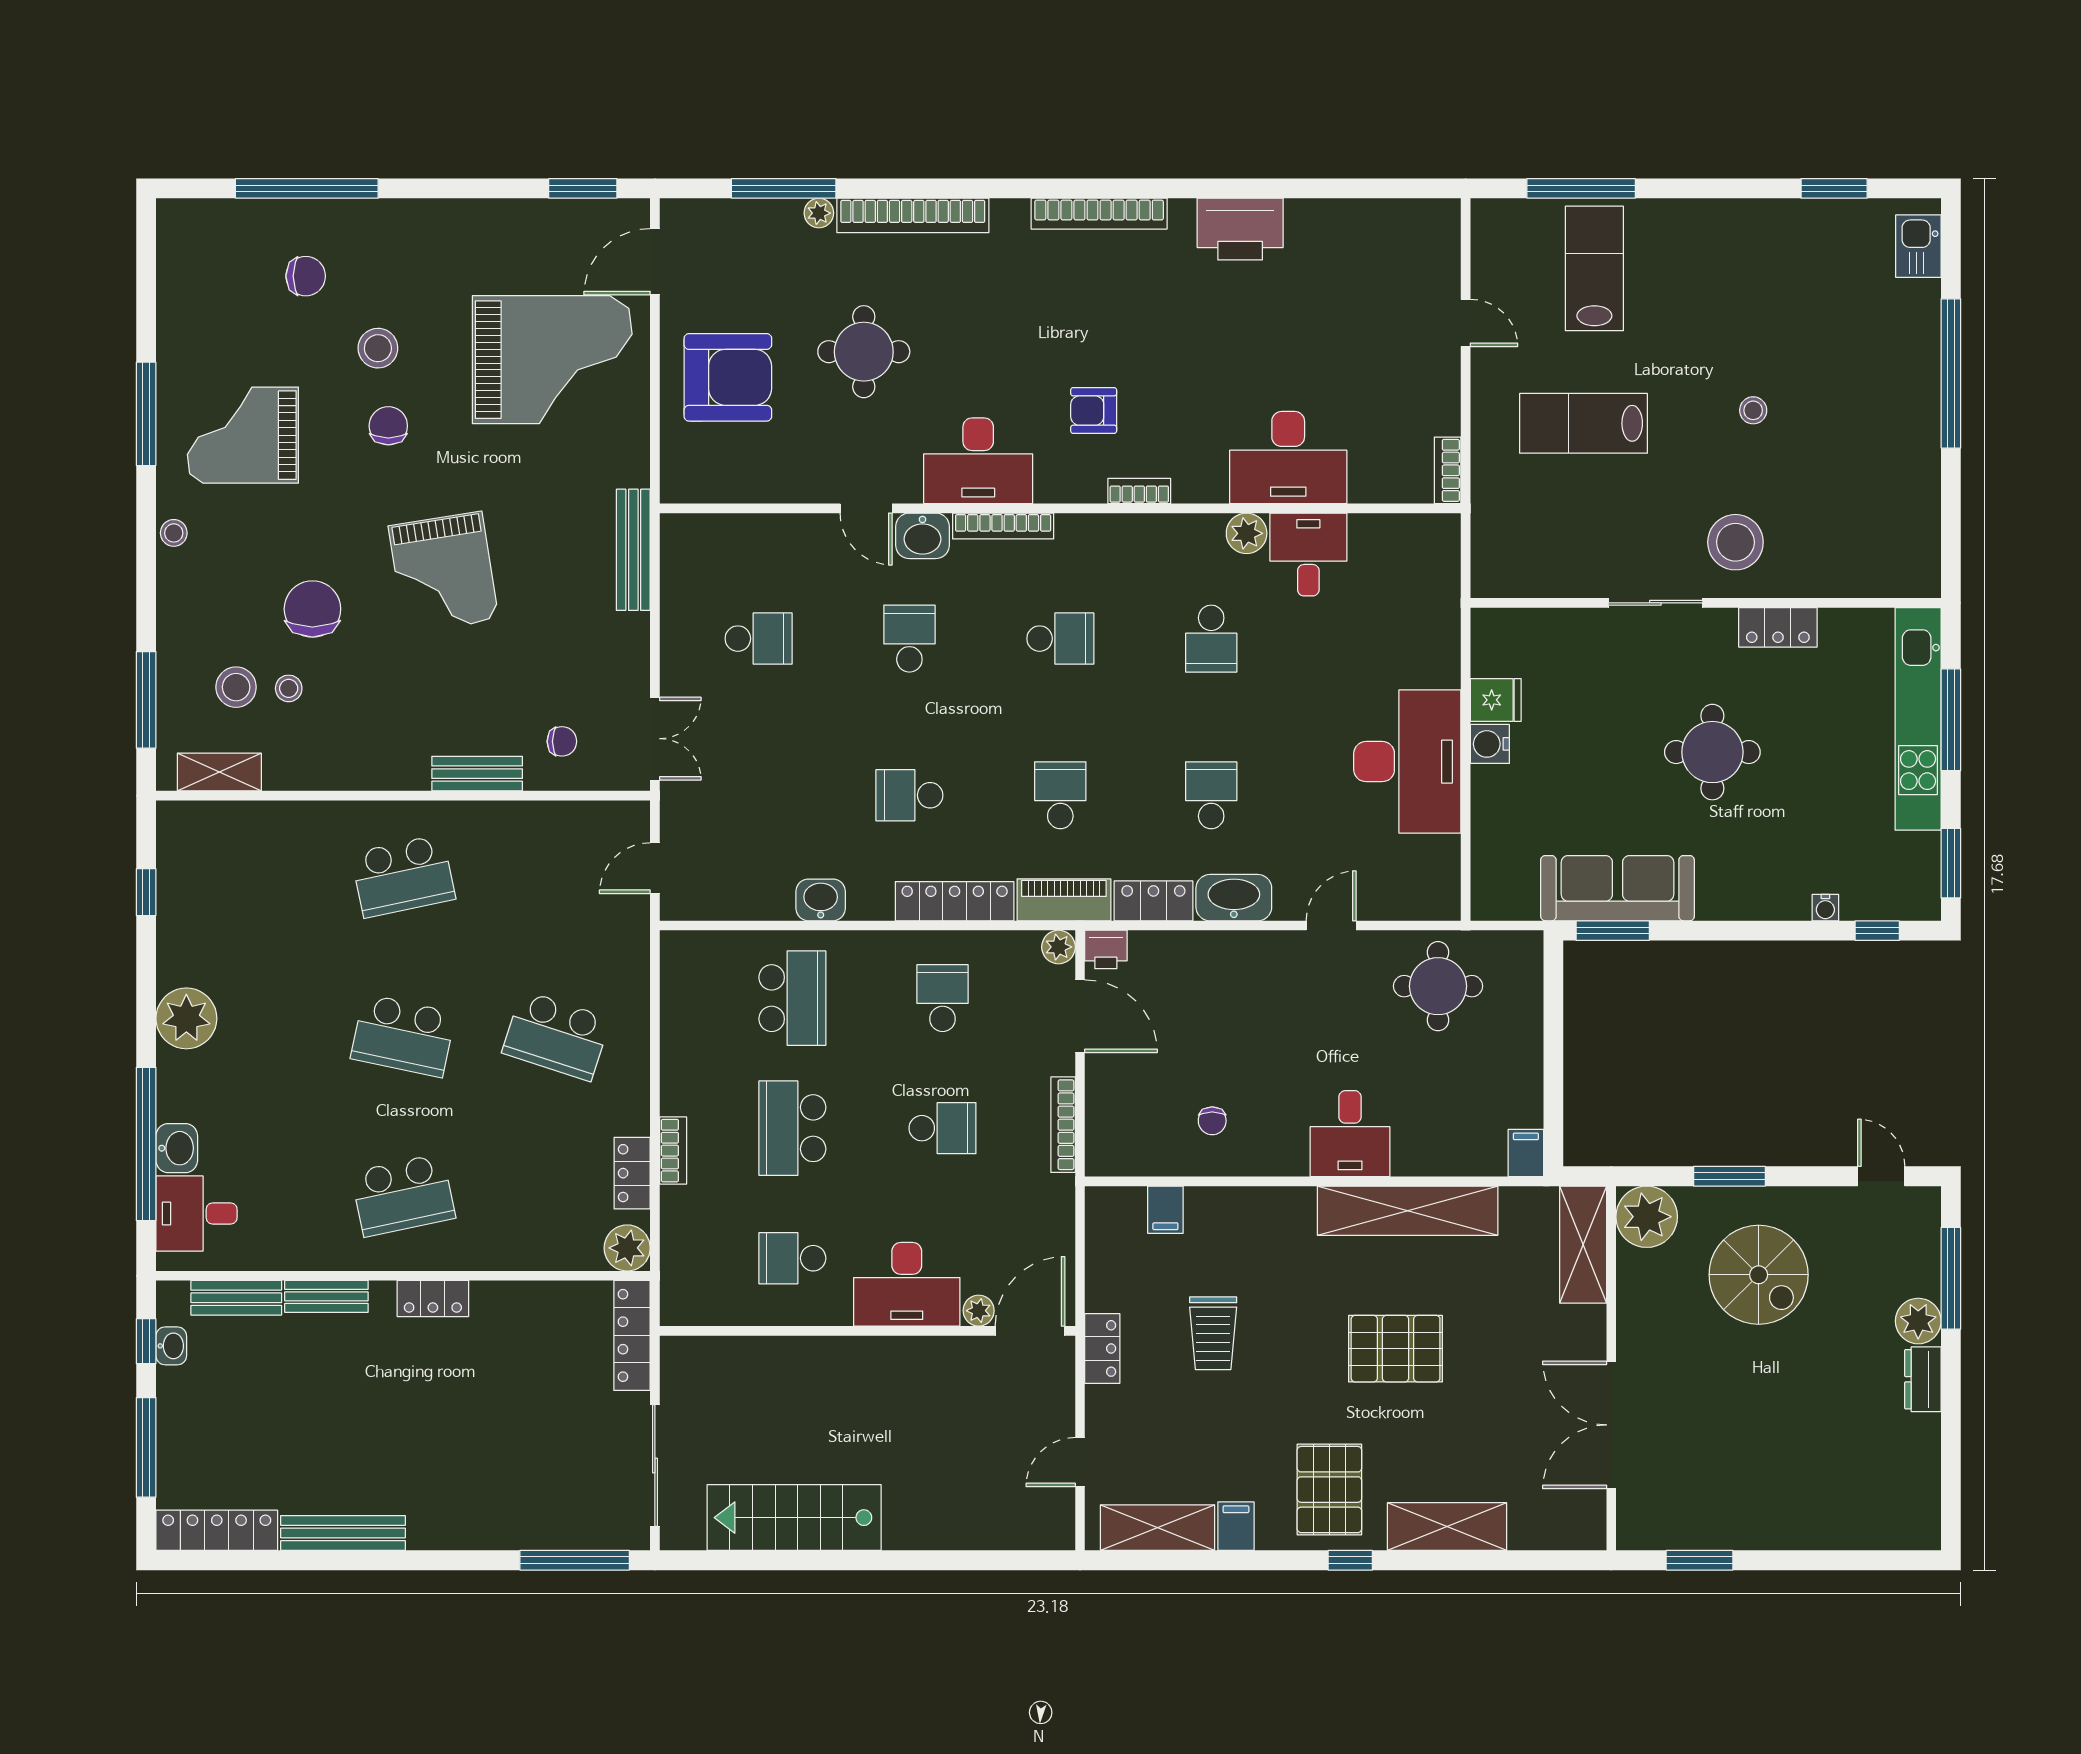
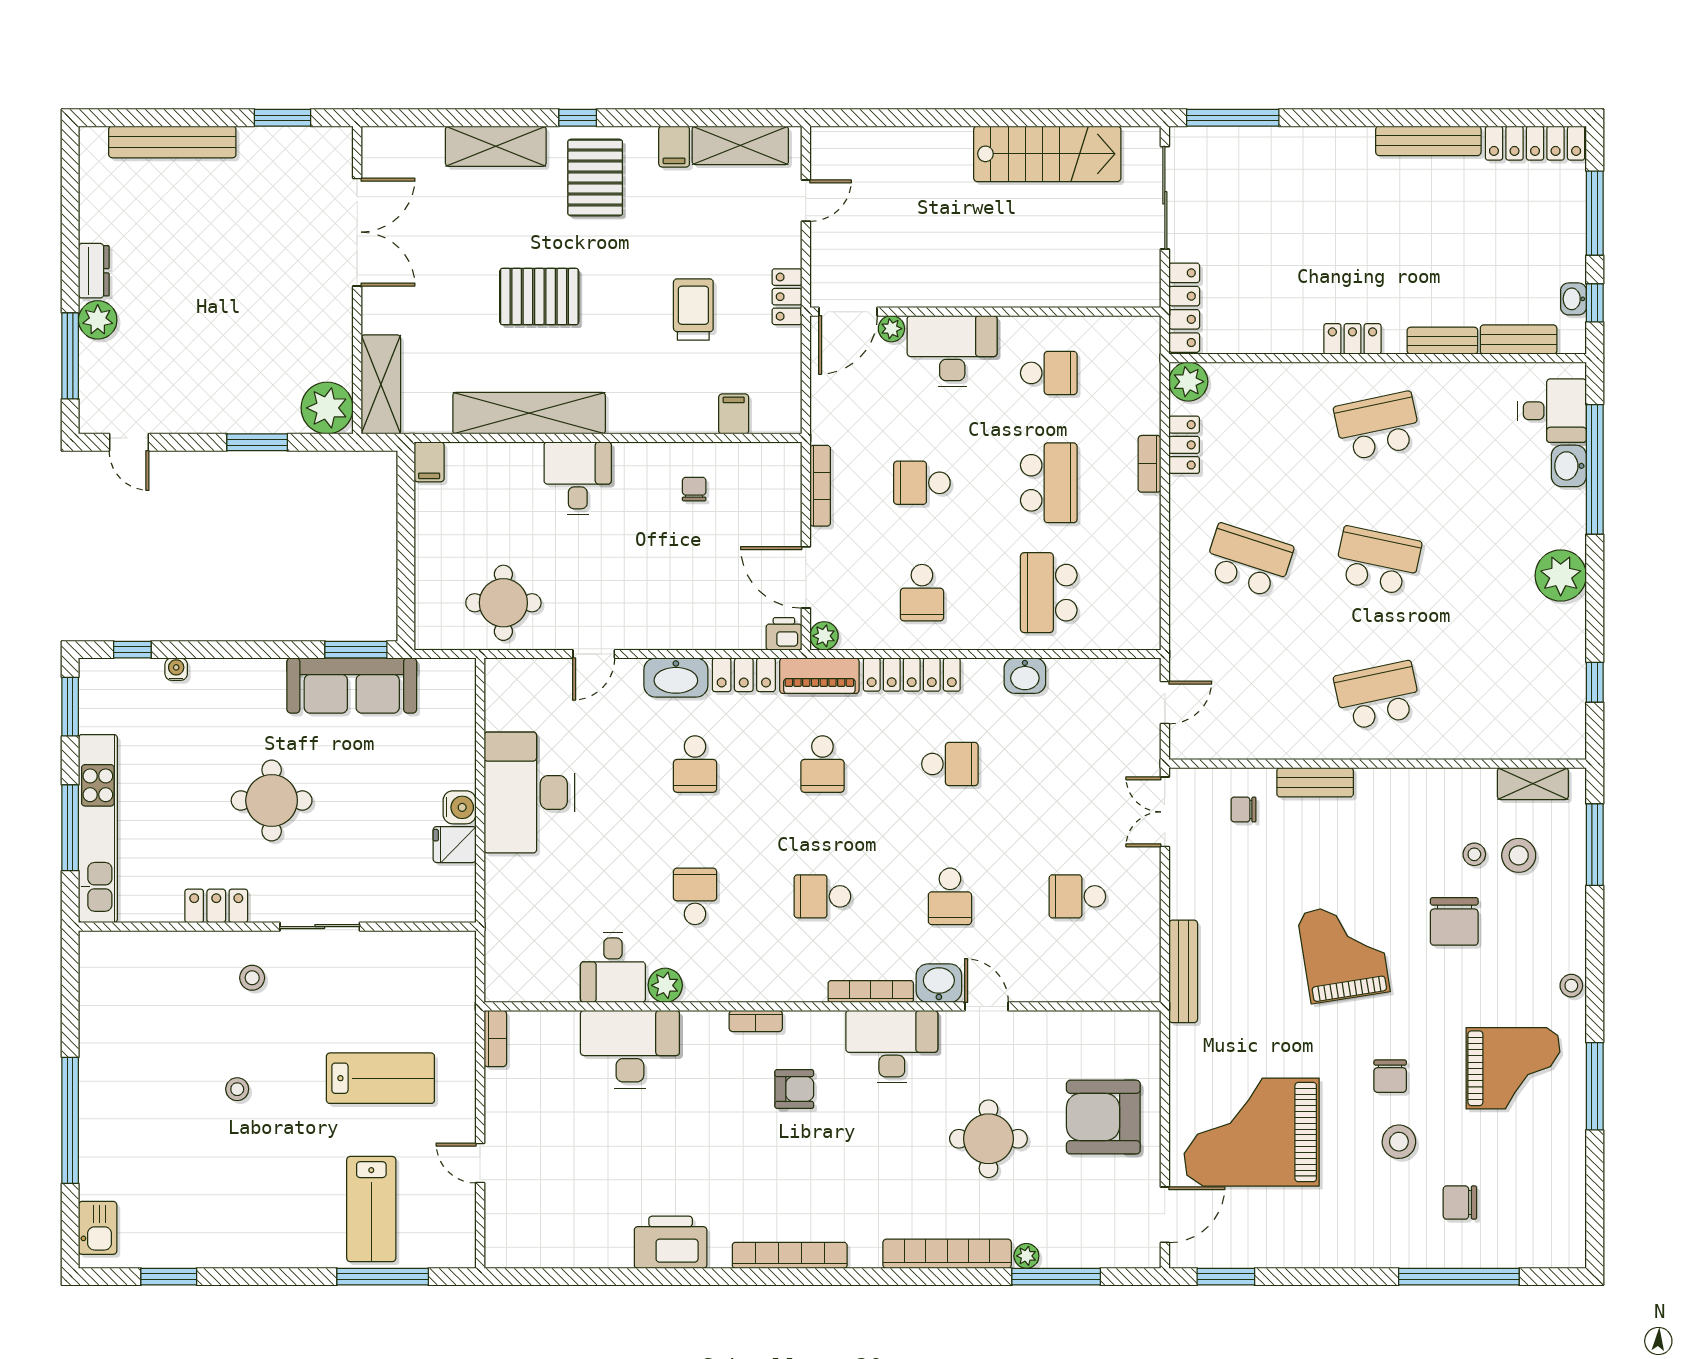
stool: (1735, 542) -> (252, 978), width x0.53, depth x0.53
spiral stairs: (1759, 1275) -> (233, 359), removed
bench: (1830, 1532) -> (172, 142), added

